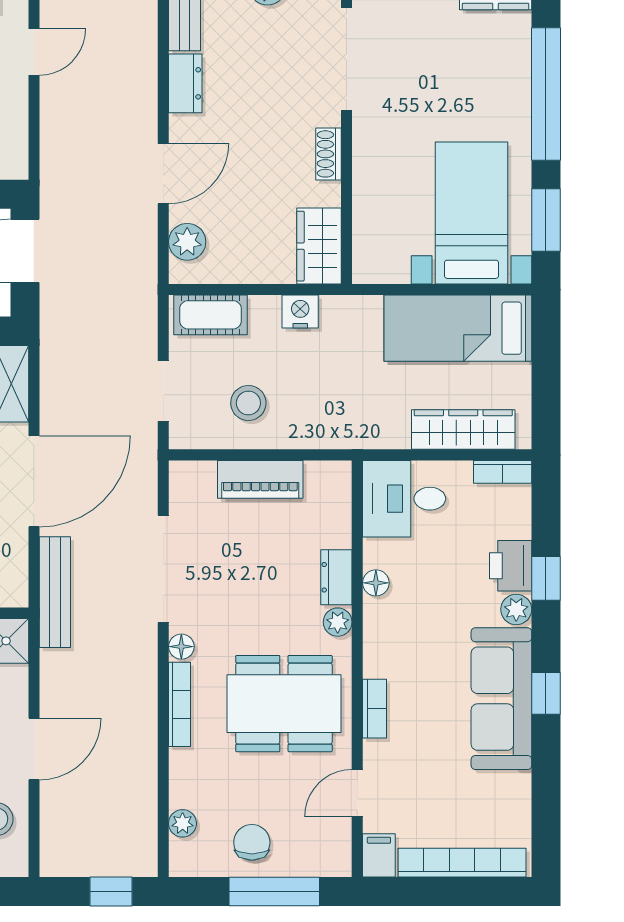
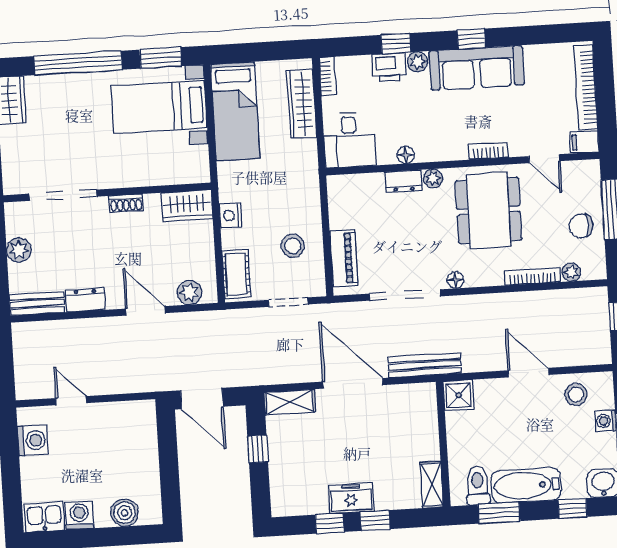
piano: (260, 479) -> (344, 258), moved
bookcase: (179, 704) -> (533, 277), moved

